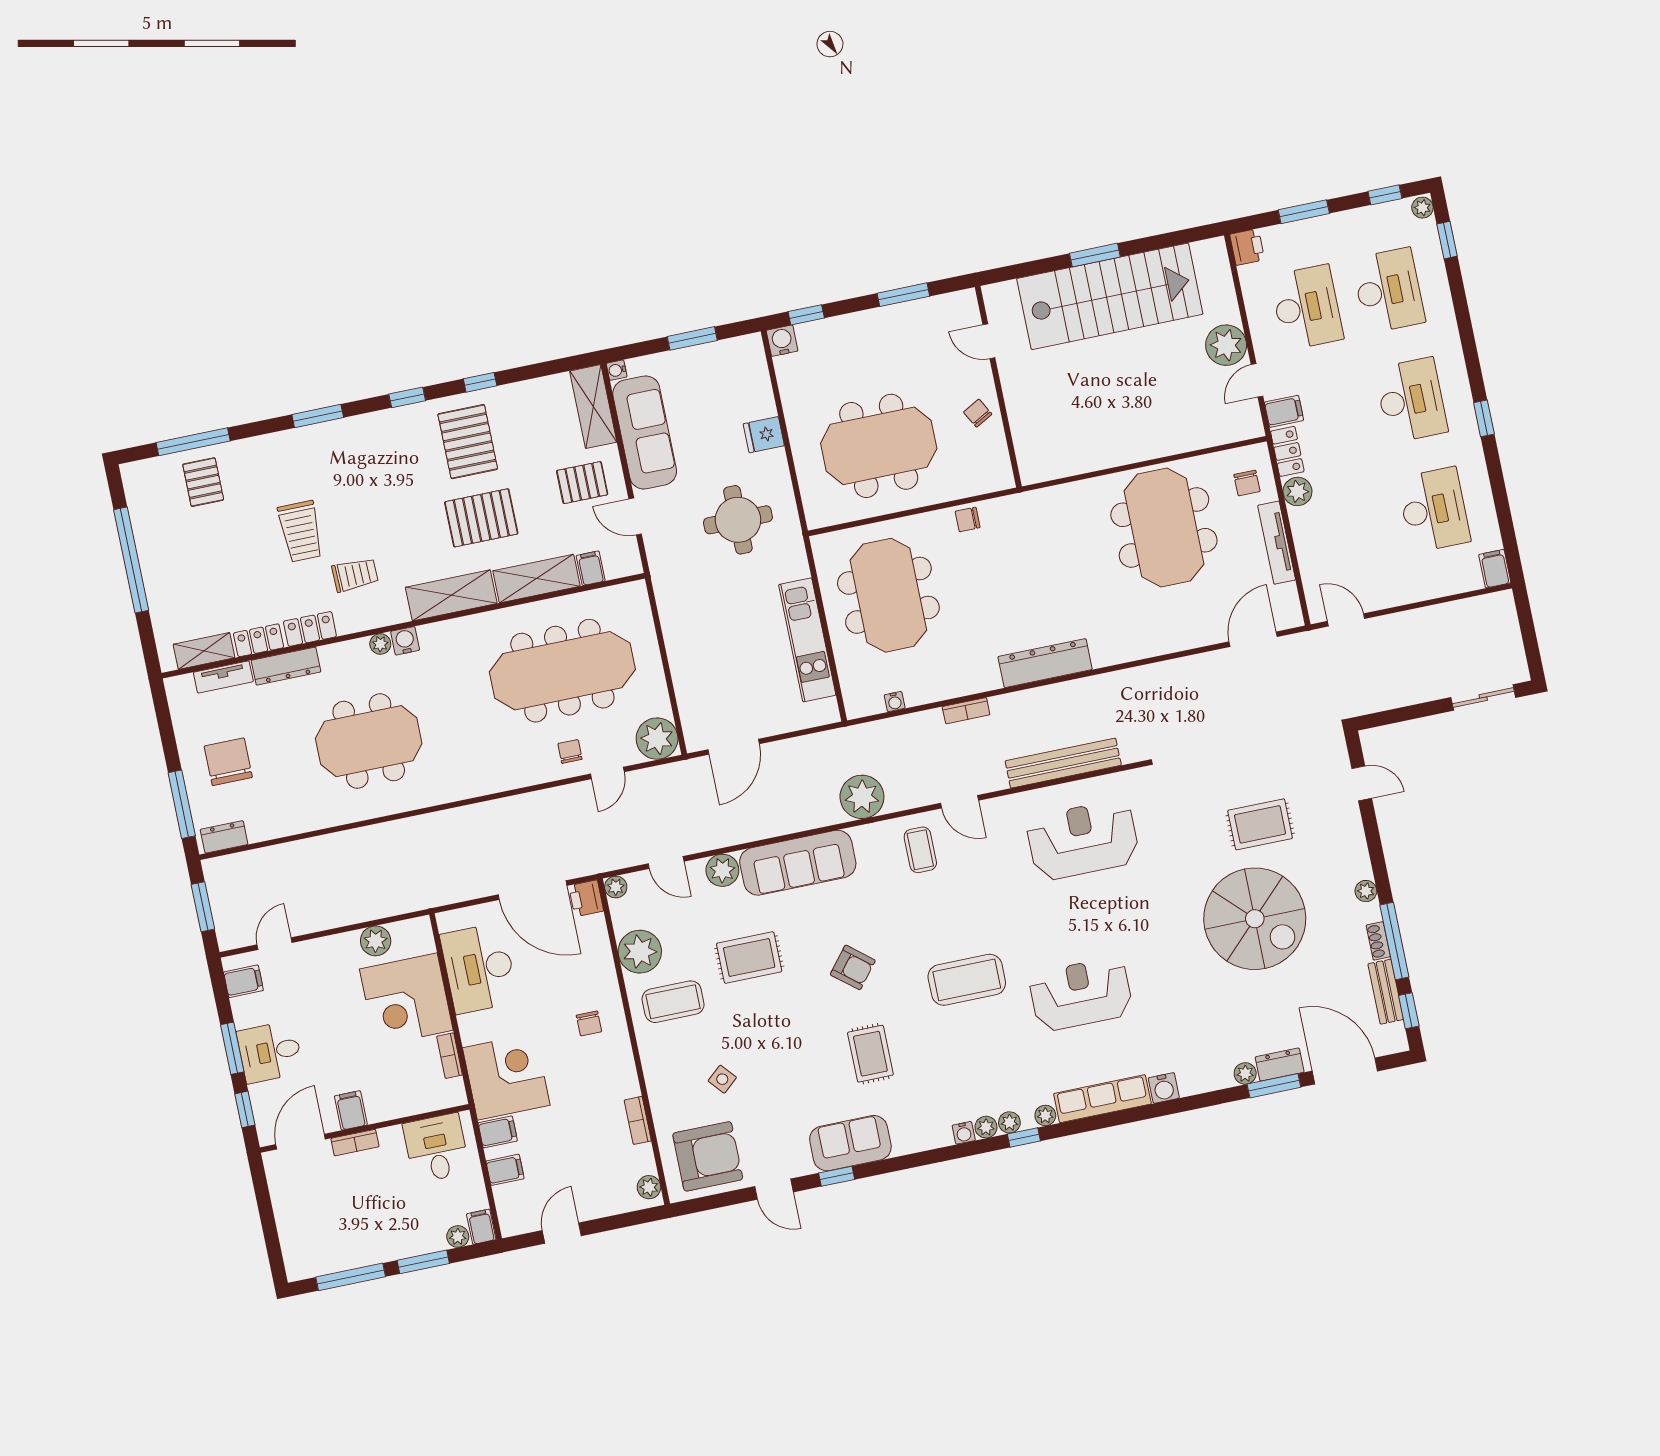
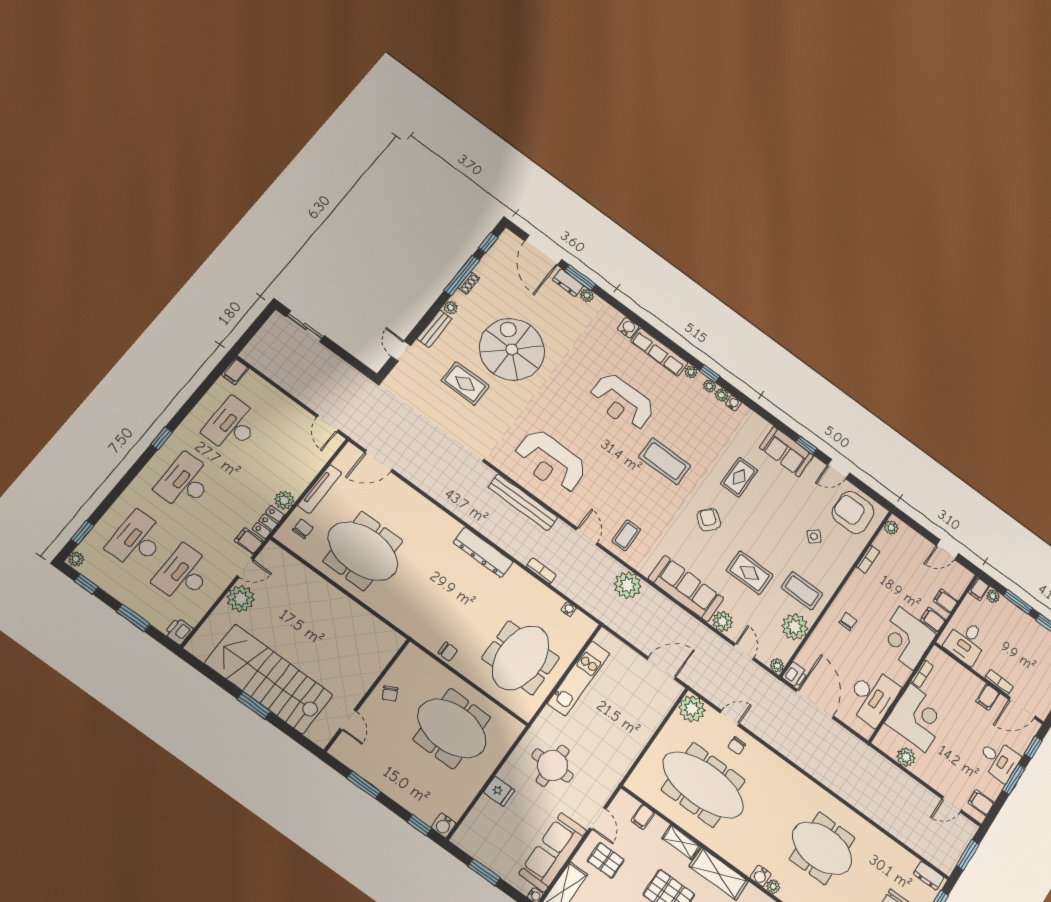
meeting table: (1164, 528) -> (363, 551), turned 90
shelving: (536, 579) -> (681, 842), width x0.67, depth x0.75
bench: (1386, 992) -> (435, 329), moved
door: (774, 1189) -> (839, 469), swing flipped

